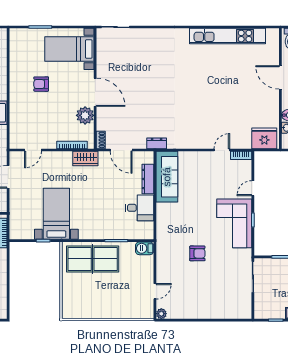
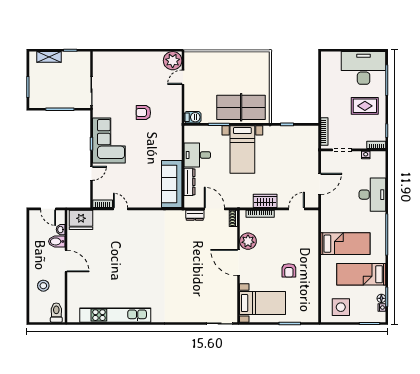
door: (280, 77) -> (66, 261), moved
armchair: (41, 84) -> (289, 270), turned 90
dresser: (157, 143) -> (195, 215), moved
door: (222, 150) -> (121, 209), swing flipped
wardrobe: (85, 159) -> (265, 201), moved
bed with nightstands: (56, 214) -> (242, 149), moved
plant: (161, 314) -> (173, 61), width x1.88, depth x1.88

